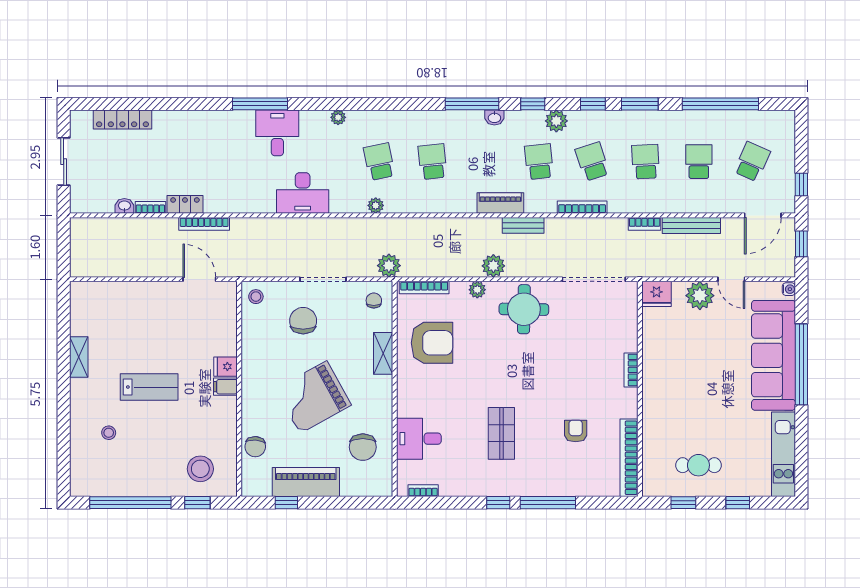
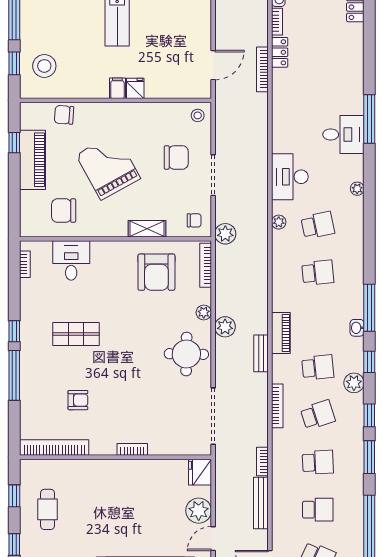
desk: (303, 193) -> (290, 177), moved

